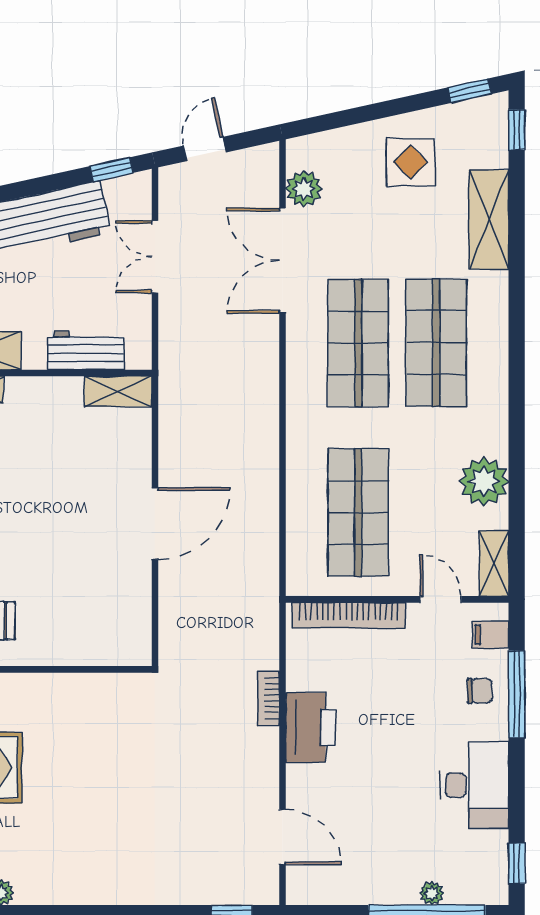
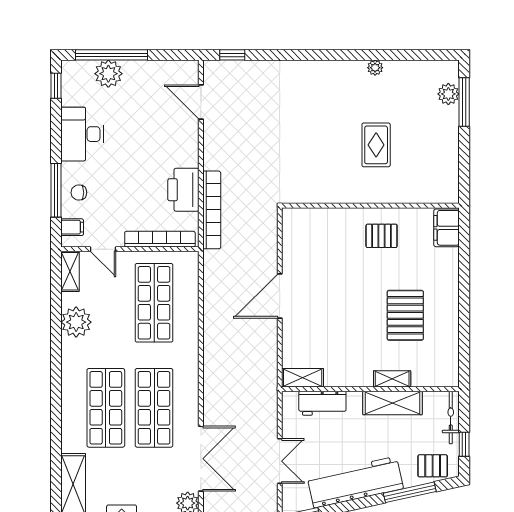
bookcase: (268, 698) -> (212, 210), width x2.31, depth x1.31
printer: (311, 727) -> (183, 190), moved
plant: (432, 893) -> (108, 74), width x1.88, depth x1.88

